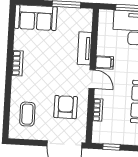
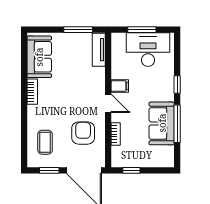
sofa: (36, 18) -> (39, 57), moved, turned -90
tv unit: (84, 48) -> (99, 50), moved
window: (30, 142) -> (49, 170), added

